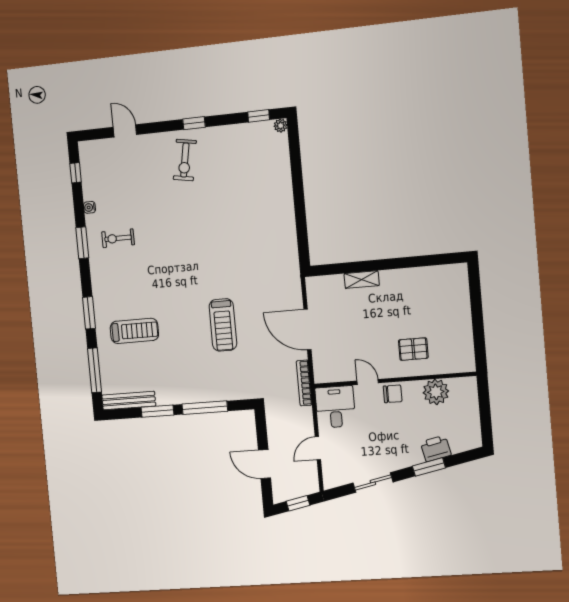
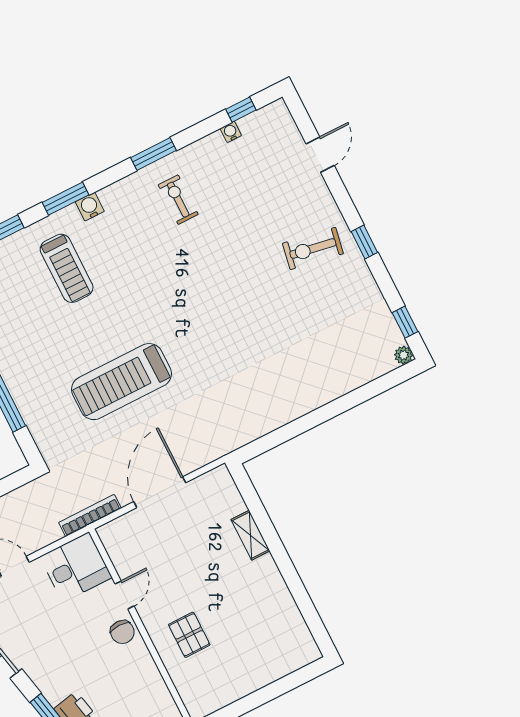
water cooler: (90, 207) -> (231, 132), moved
water cooler: (100, 299) -> (90, 207), added
treadmill: (223, 325) -> (121, 382), width x1.37, depth x1.38
plant: (436, 392) -> (147, 684), removed

